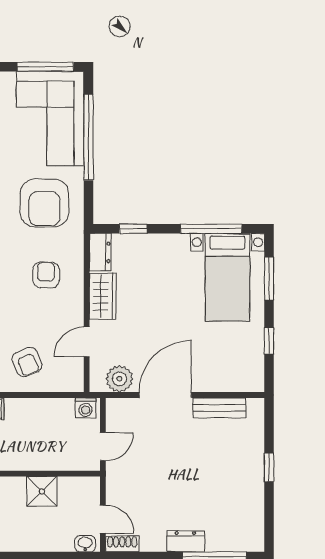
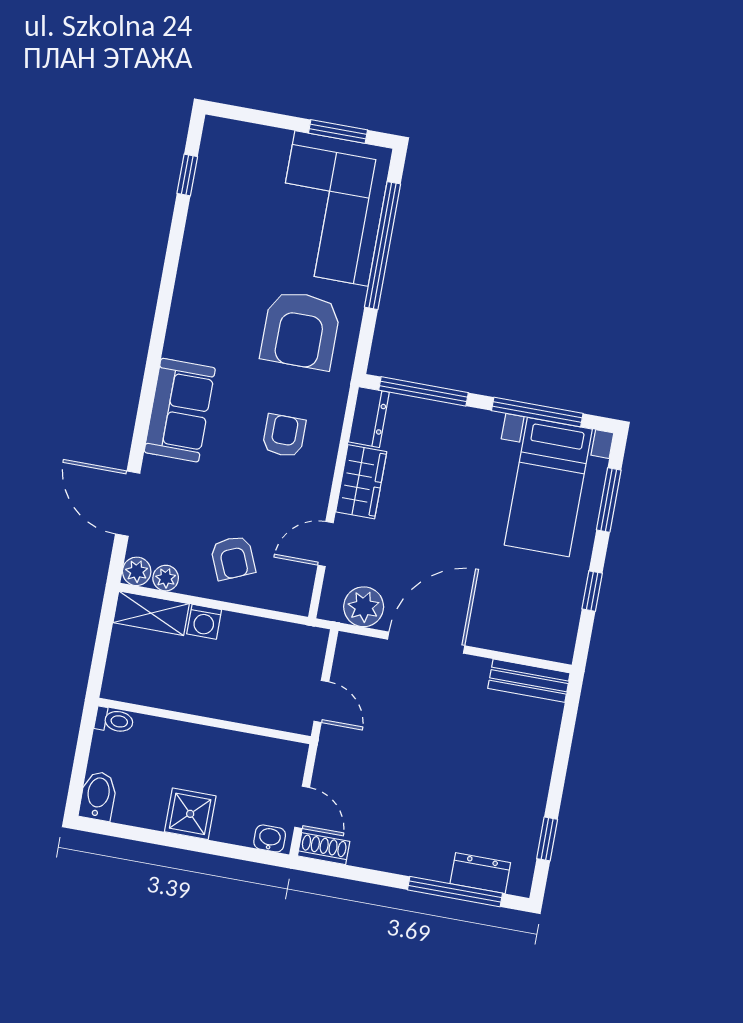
window: (45, 67) -> (338, 131), width x0.69
window: (133, 229) -> (423, 391), width x2.17
washing machine: (85, 408) -> (204, 622), moved
bench: (219, 408) -> (529, 681), moved
door: (103, 447) -> (321, 702), hinge flipped
window: (269, 467) -> (547, 839), moved
shower: (42, 491) -> (190, 814), moved
dresser: (185, 541) -> (480, 873), moved

